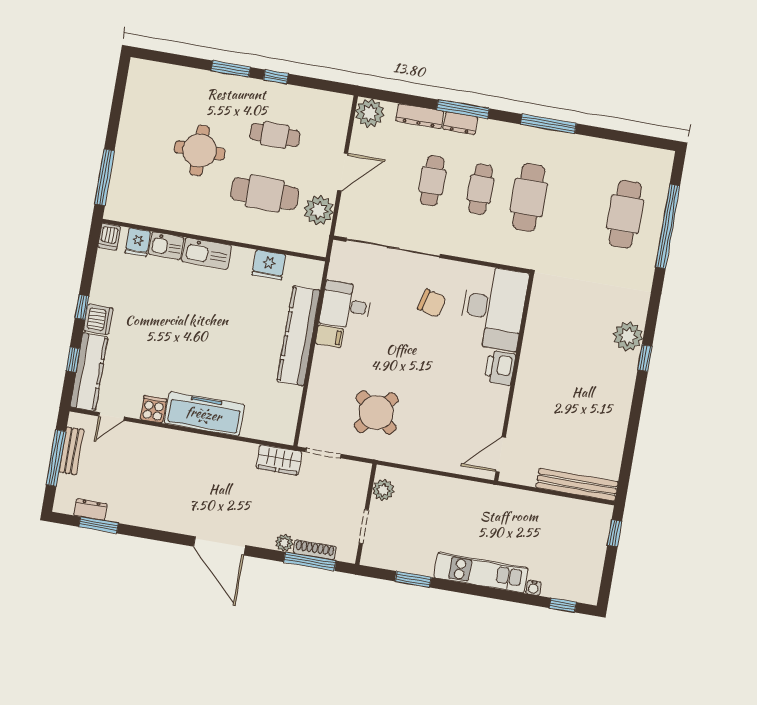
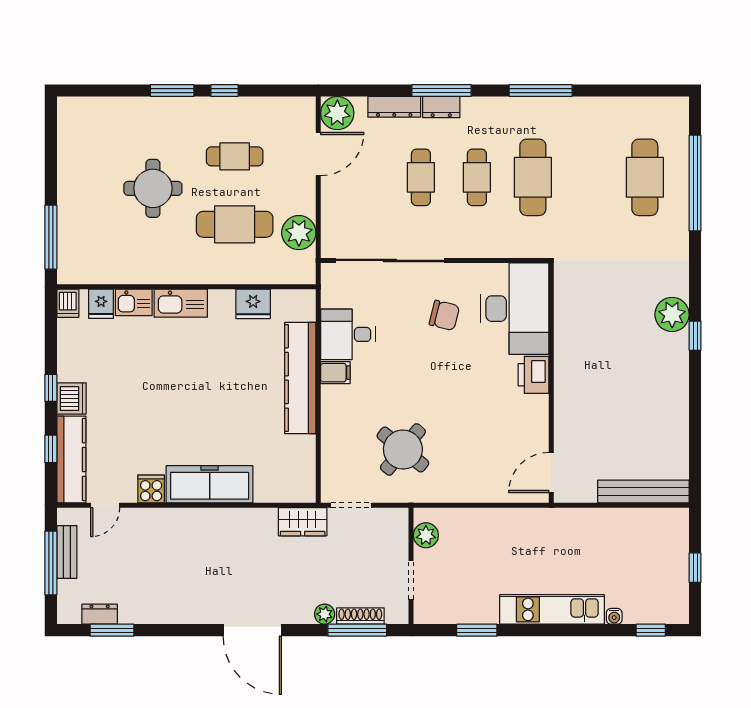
door: (343, 172) -> (318, 154), moved
window: (615, 533) -> (695, 568), moved

